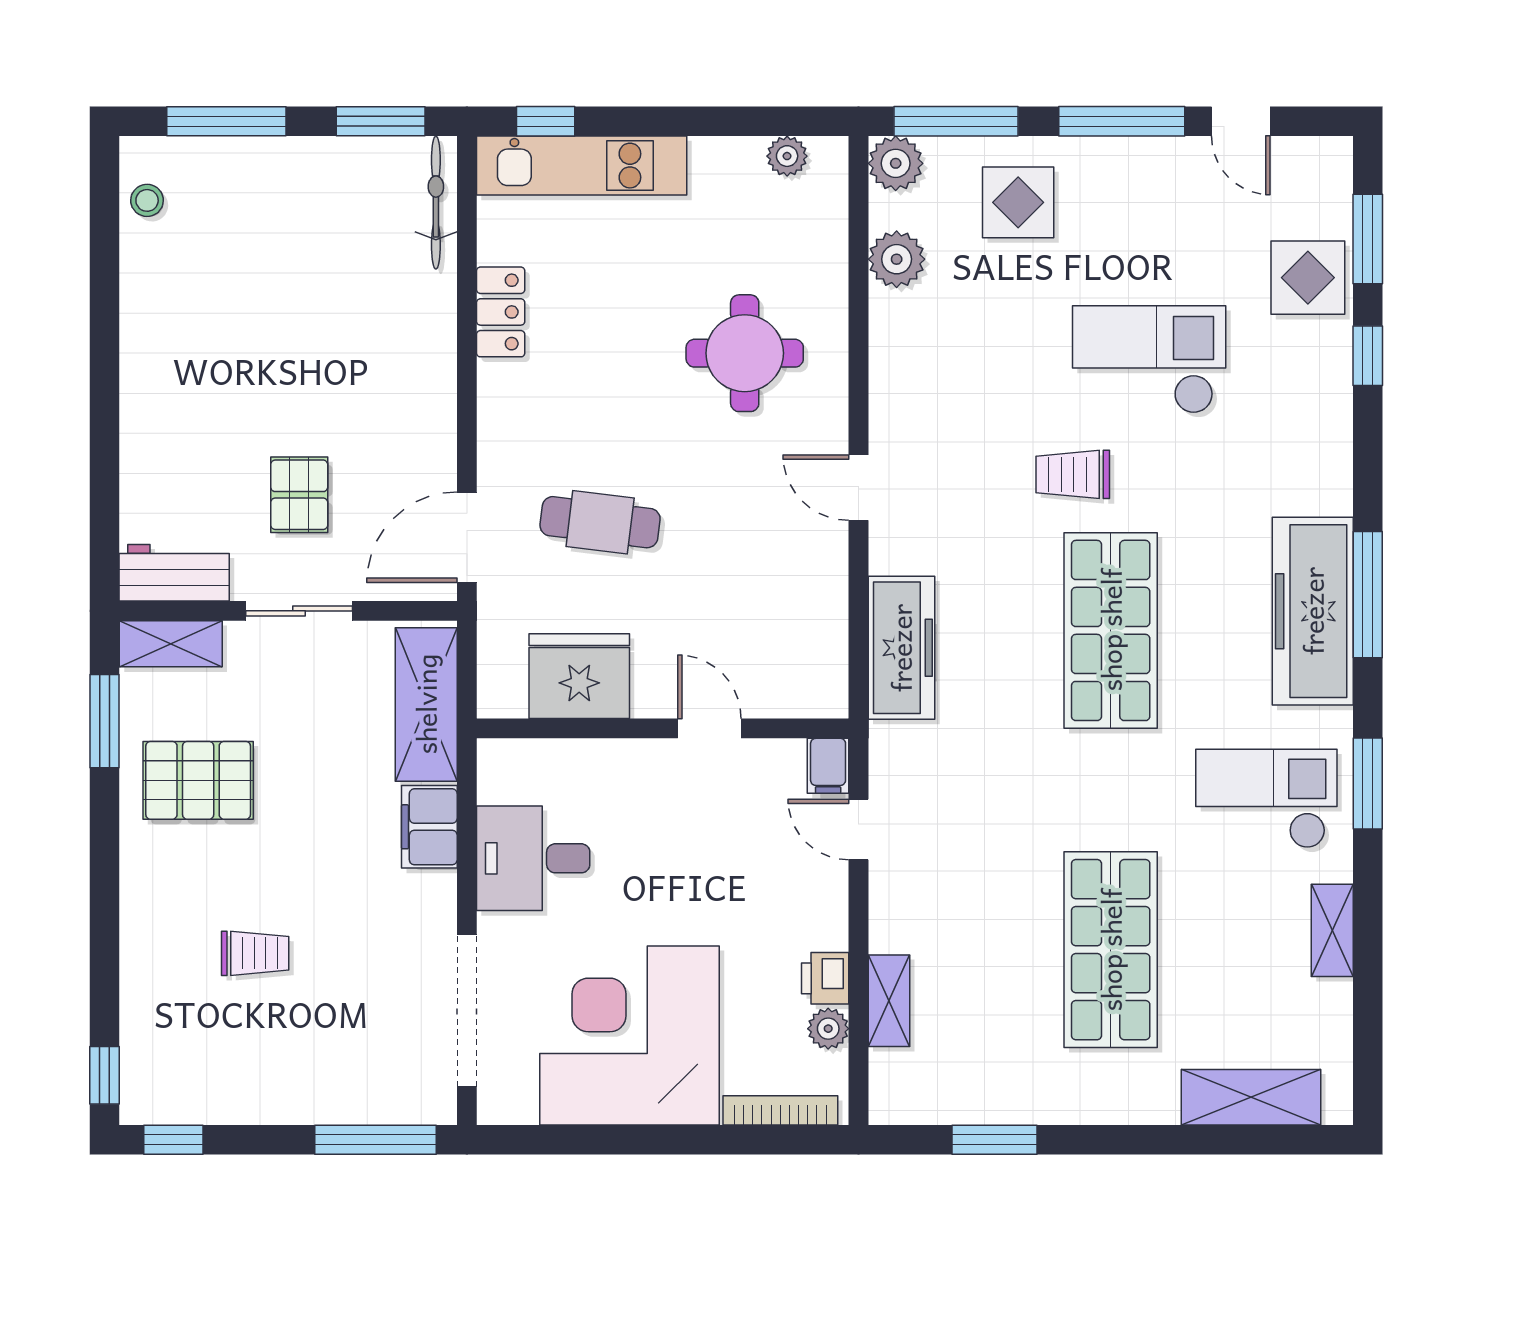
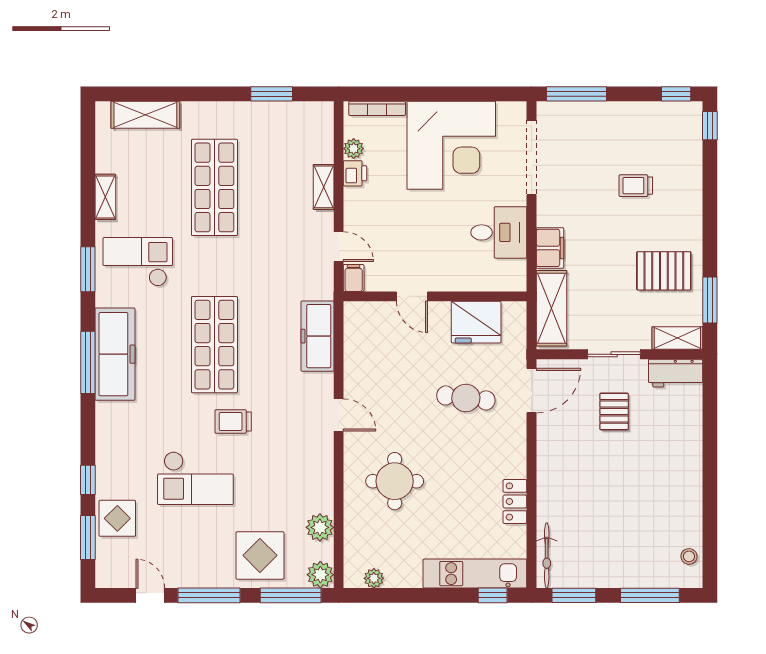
display table: (1018, 202) -> (260, 555), width x1.36, depth x1.36
trolley: (1073, 474) -> (233, 421), turned 180
checkout: (1266, 799) -> (138, 262), turned 180
shelving: (889, 1001) -> (324, 187), moved

